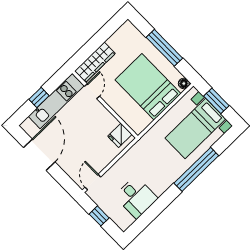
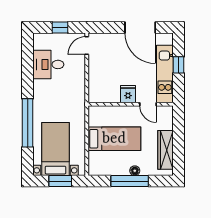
wardrobe: (95, 62) -> (166, 150), moved
floor lamp: (184, 83) -> (135, 171), moved
bed: (148, 87) -> (114, 139), width x0.67
fridge: (120, 135) -> (128, 94), moved
door: (93, 182) -> (87, 45), swing flipped

